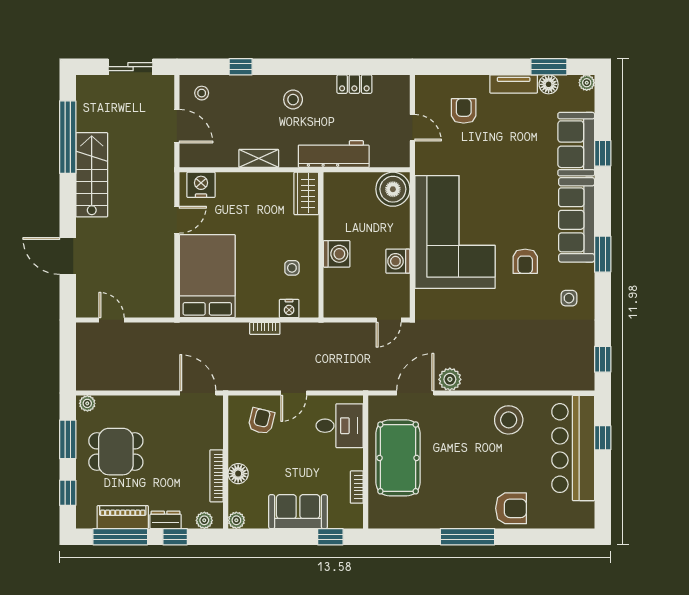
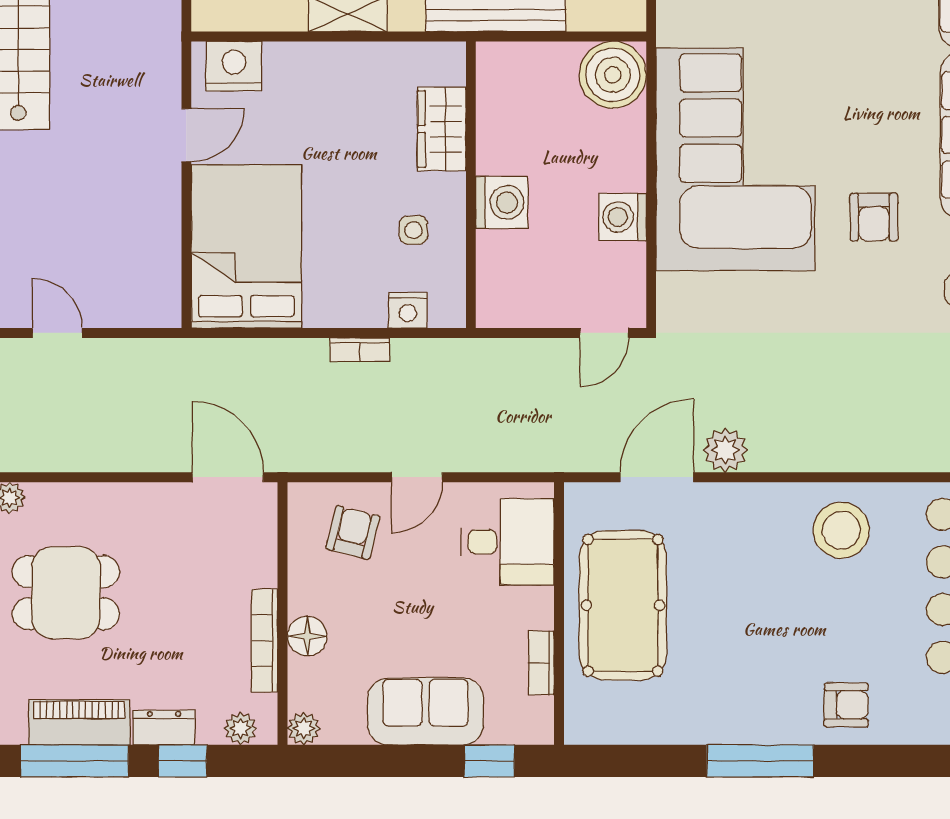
wardrobe: (306, 193) -> (442, 129), moved
armchair: (511, 508) -> (846, 705), width x0.72, depth x0.72

